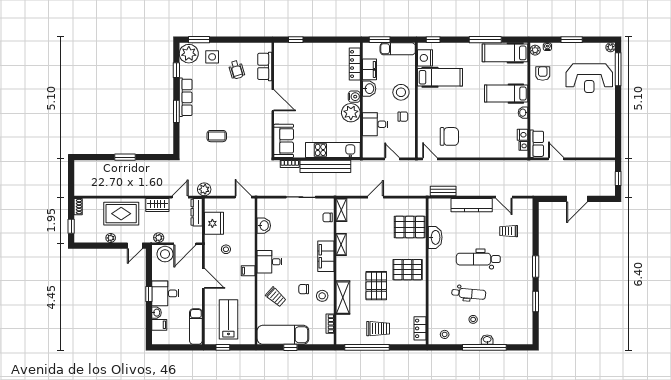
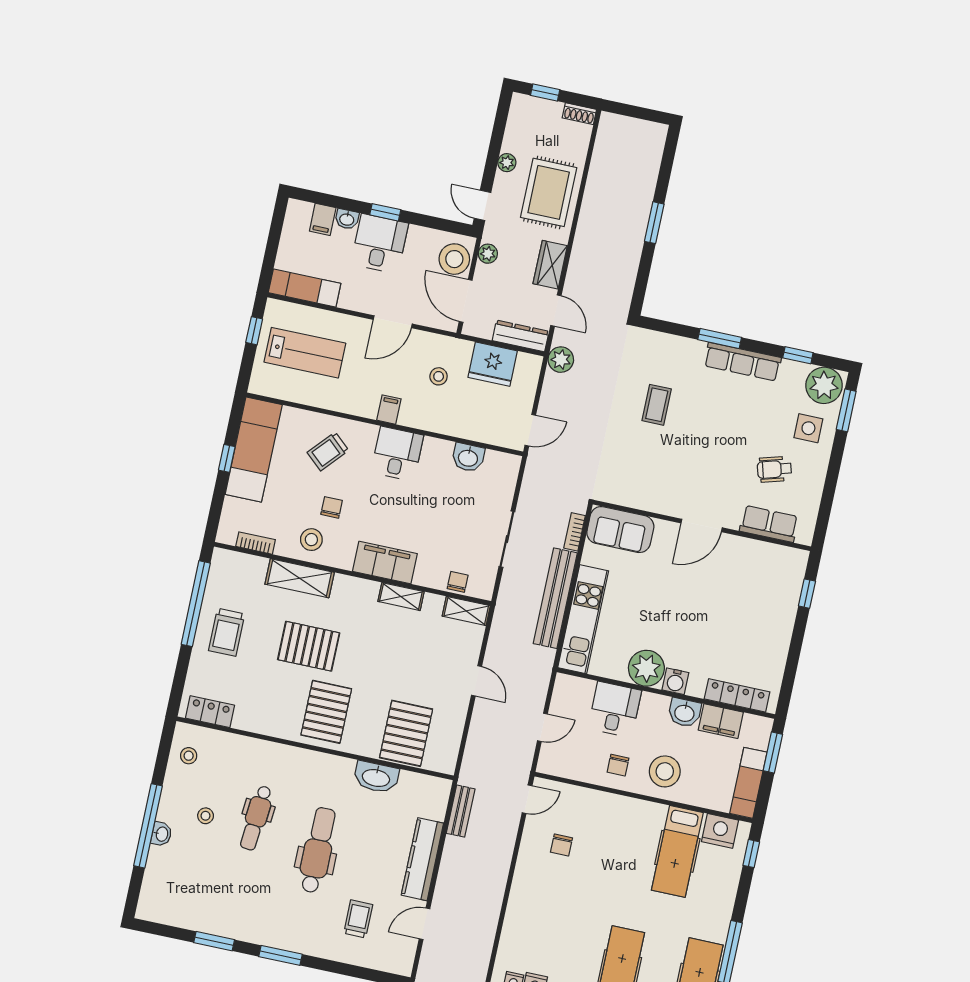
chair: (449, 136) -> (561, 845), width x0.54, depth x0.54

